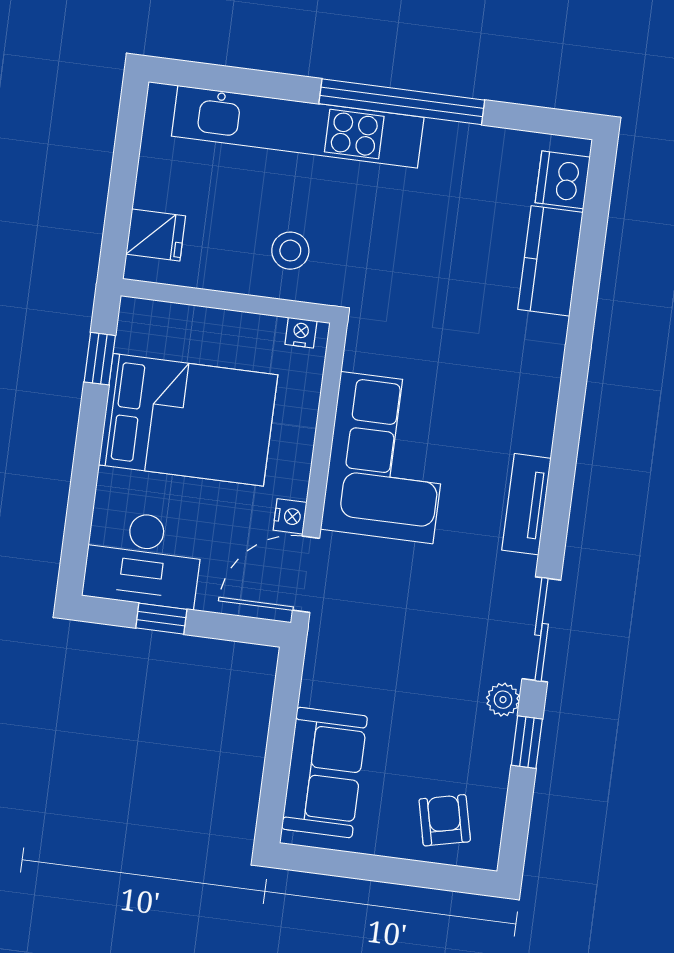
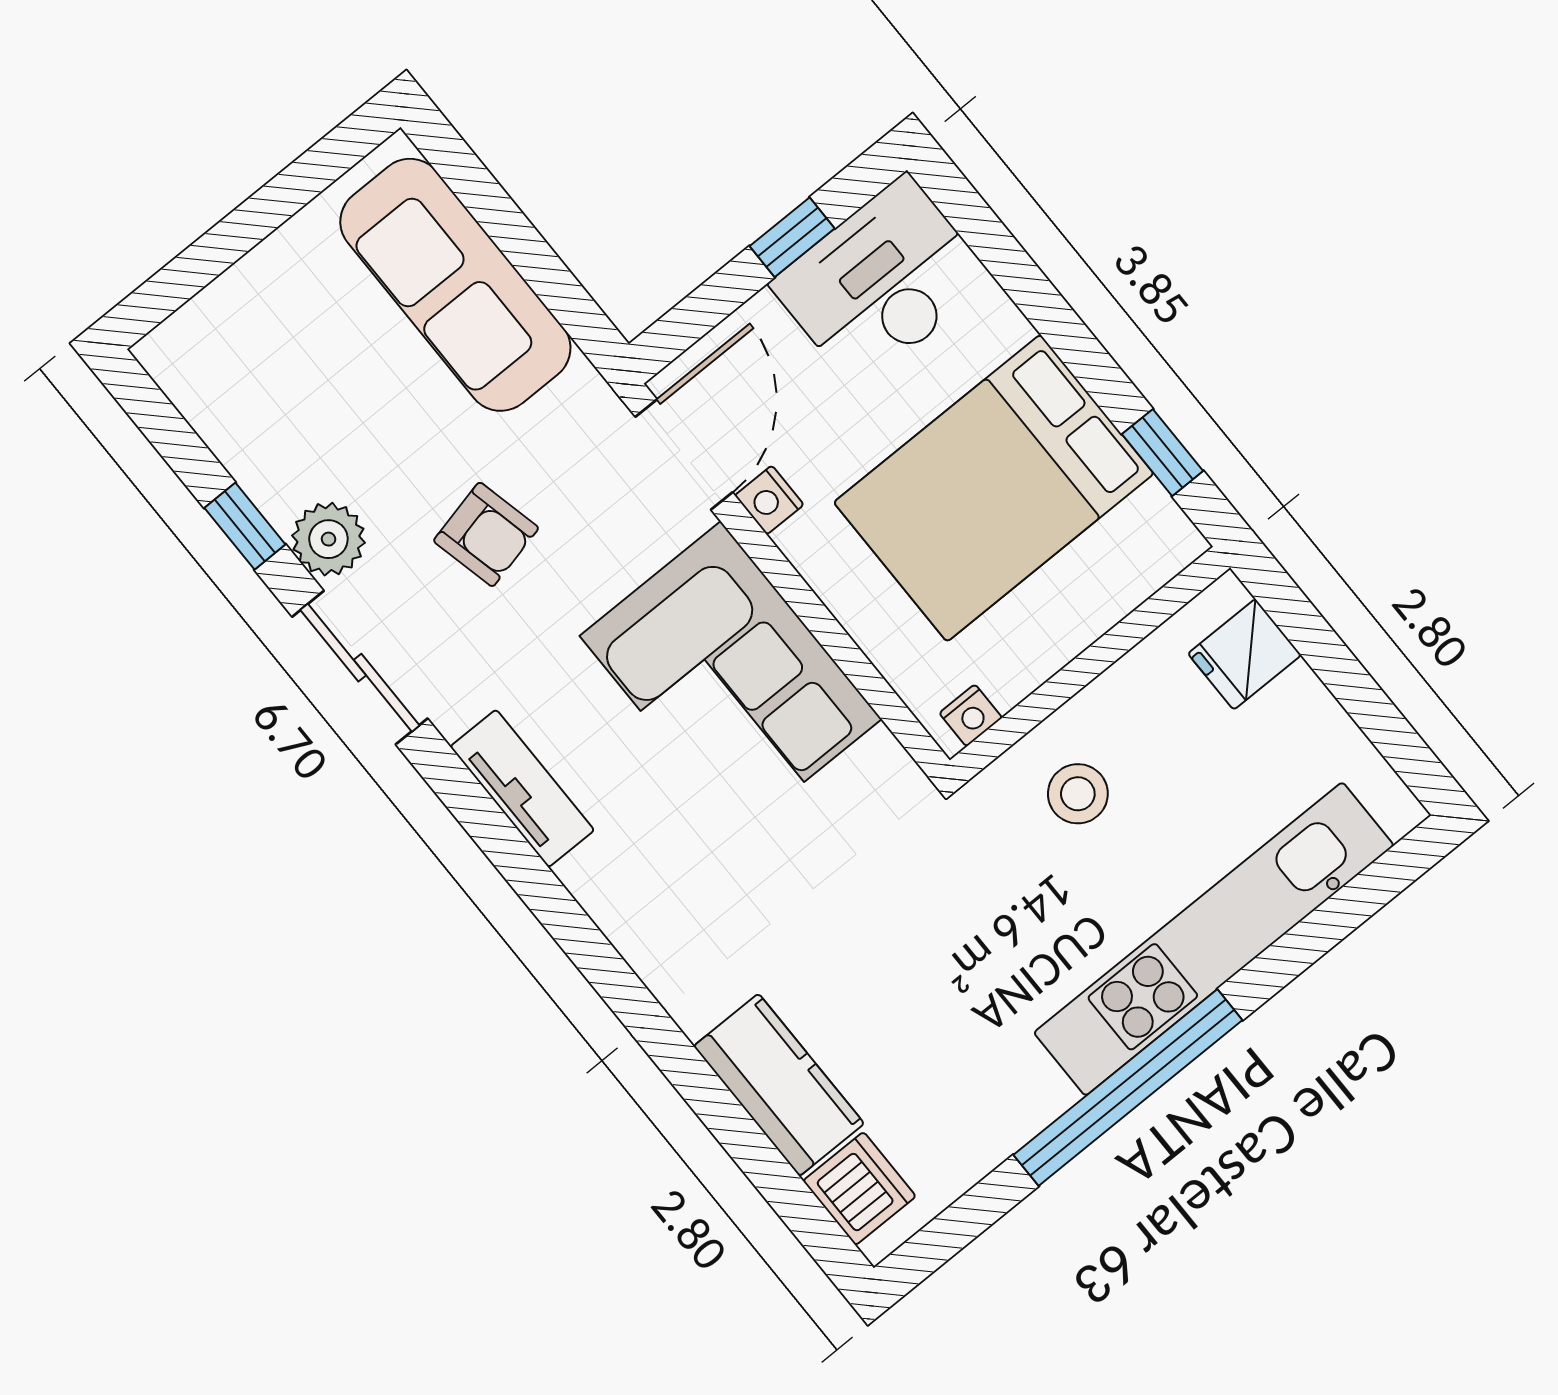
plant: (503, 700) -> (328, 539), width x1.38, depth x1.38
sofa: (324, 773) -> (455, 285), width x1.36
armchair: (445, 820) -> (486, 534), moved

